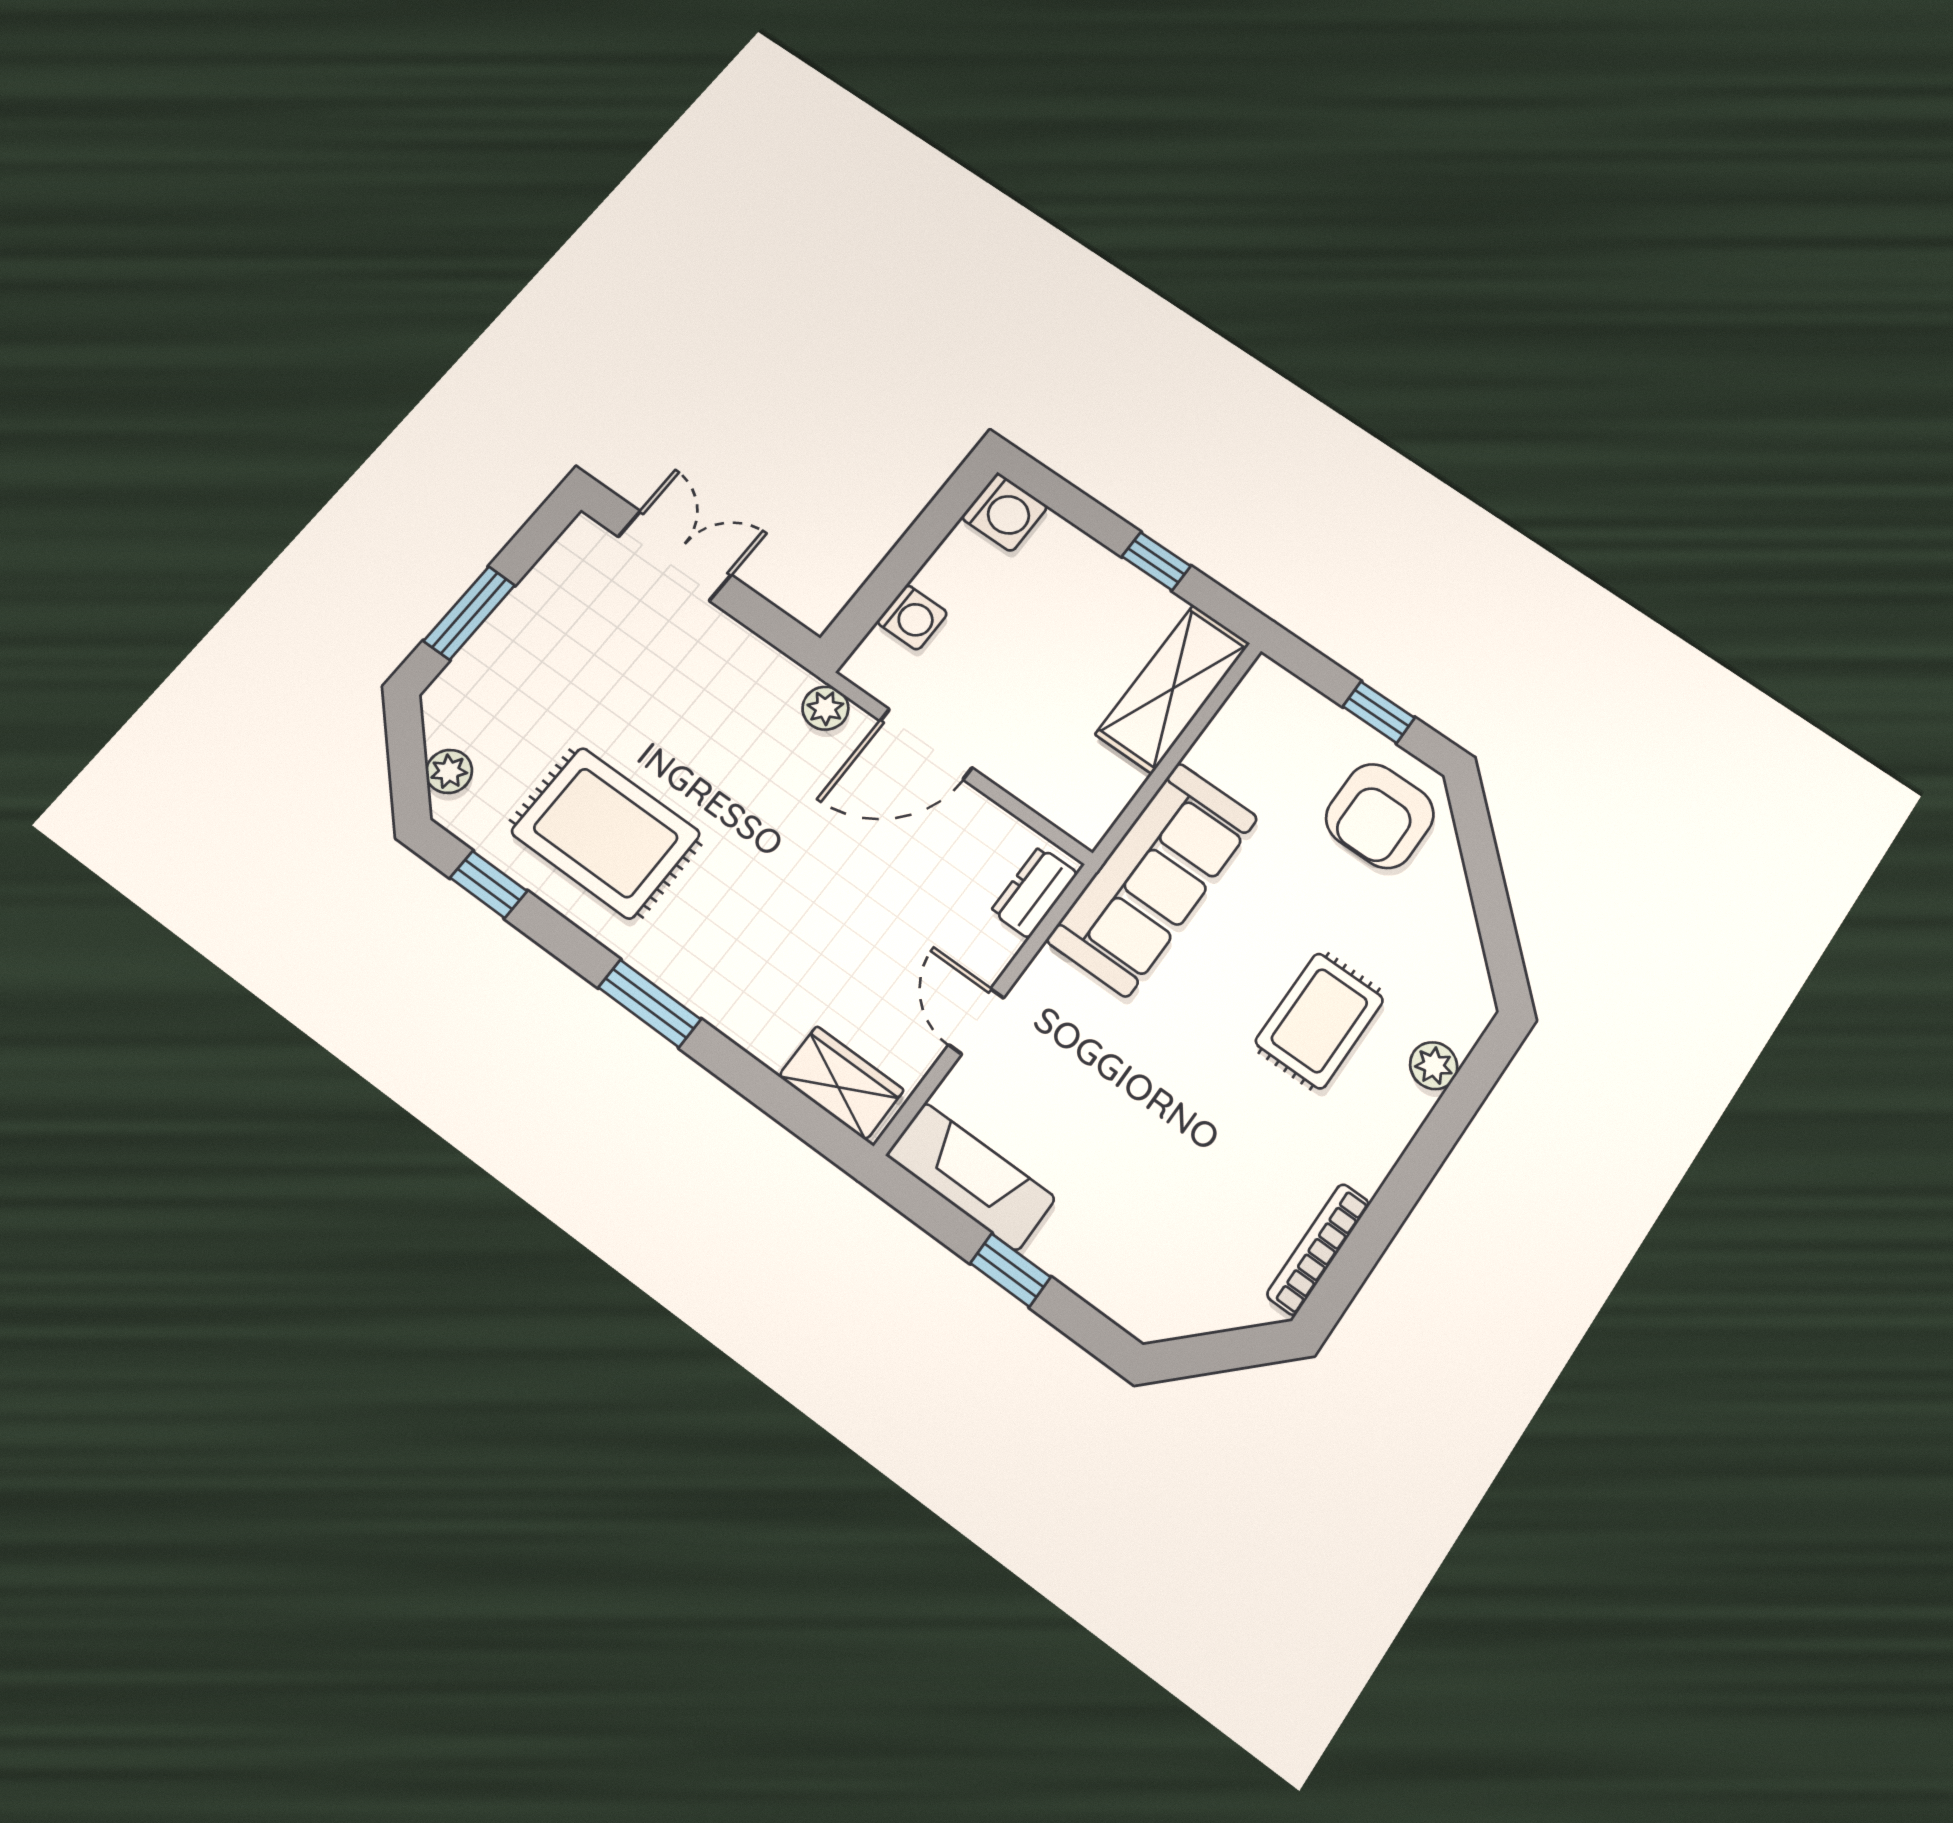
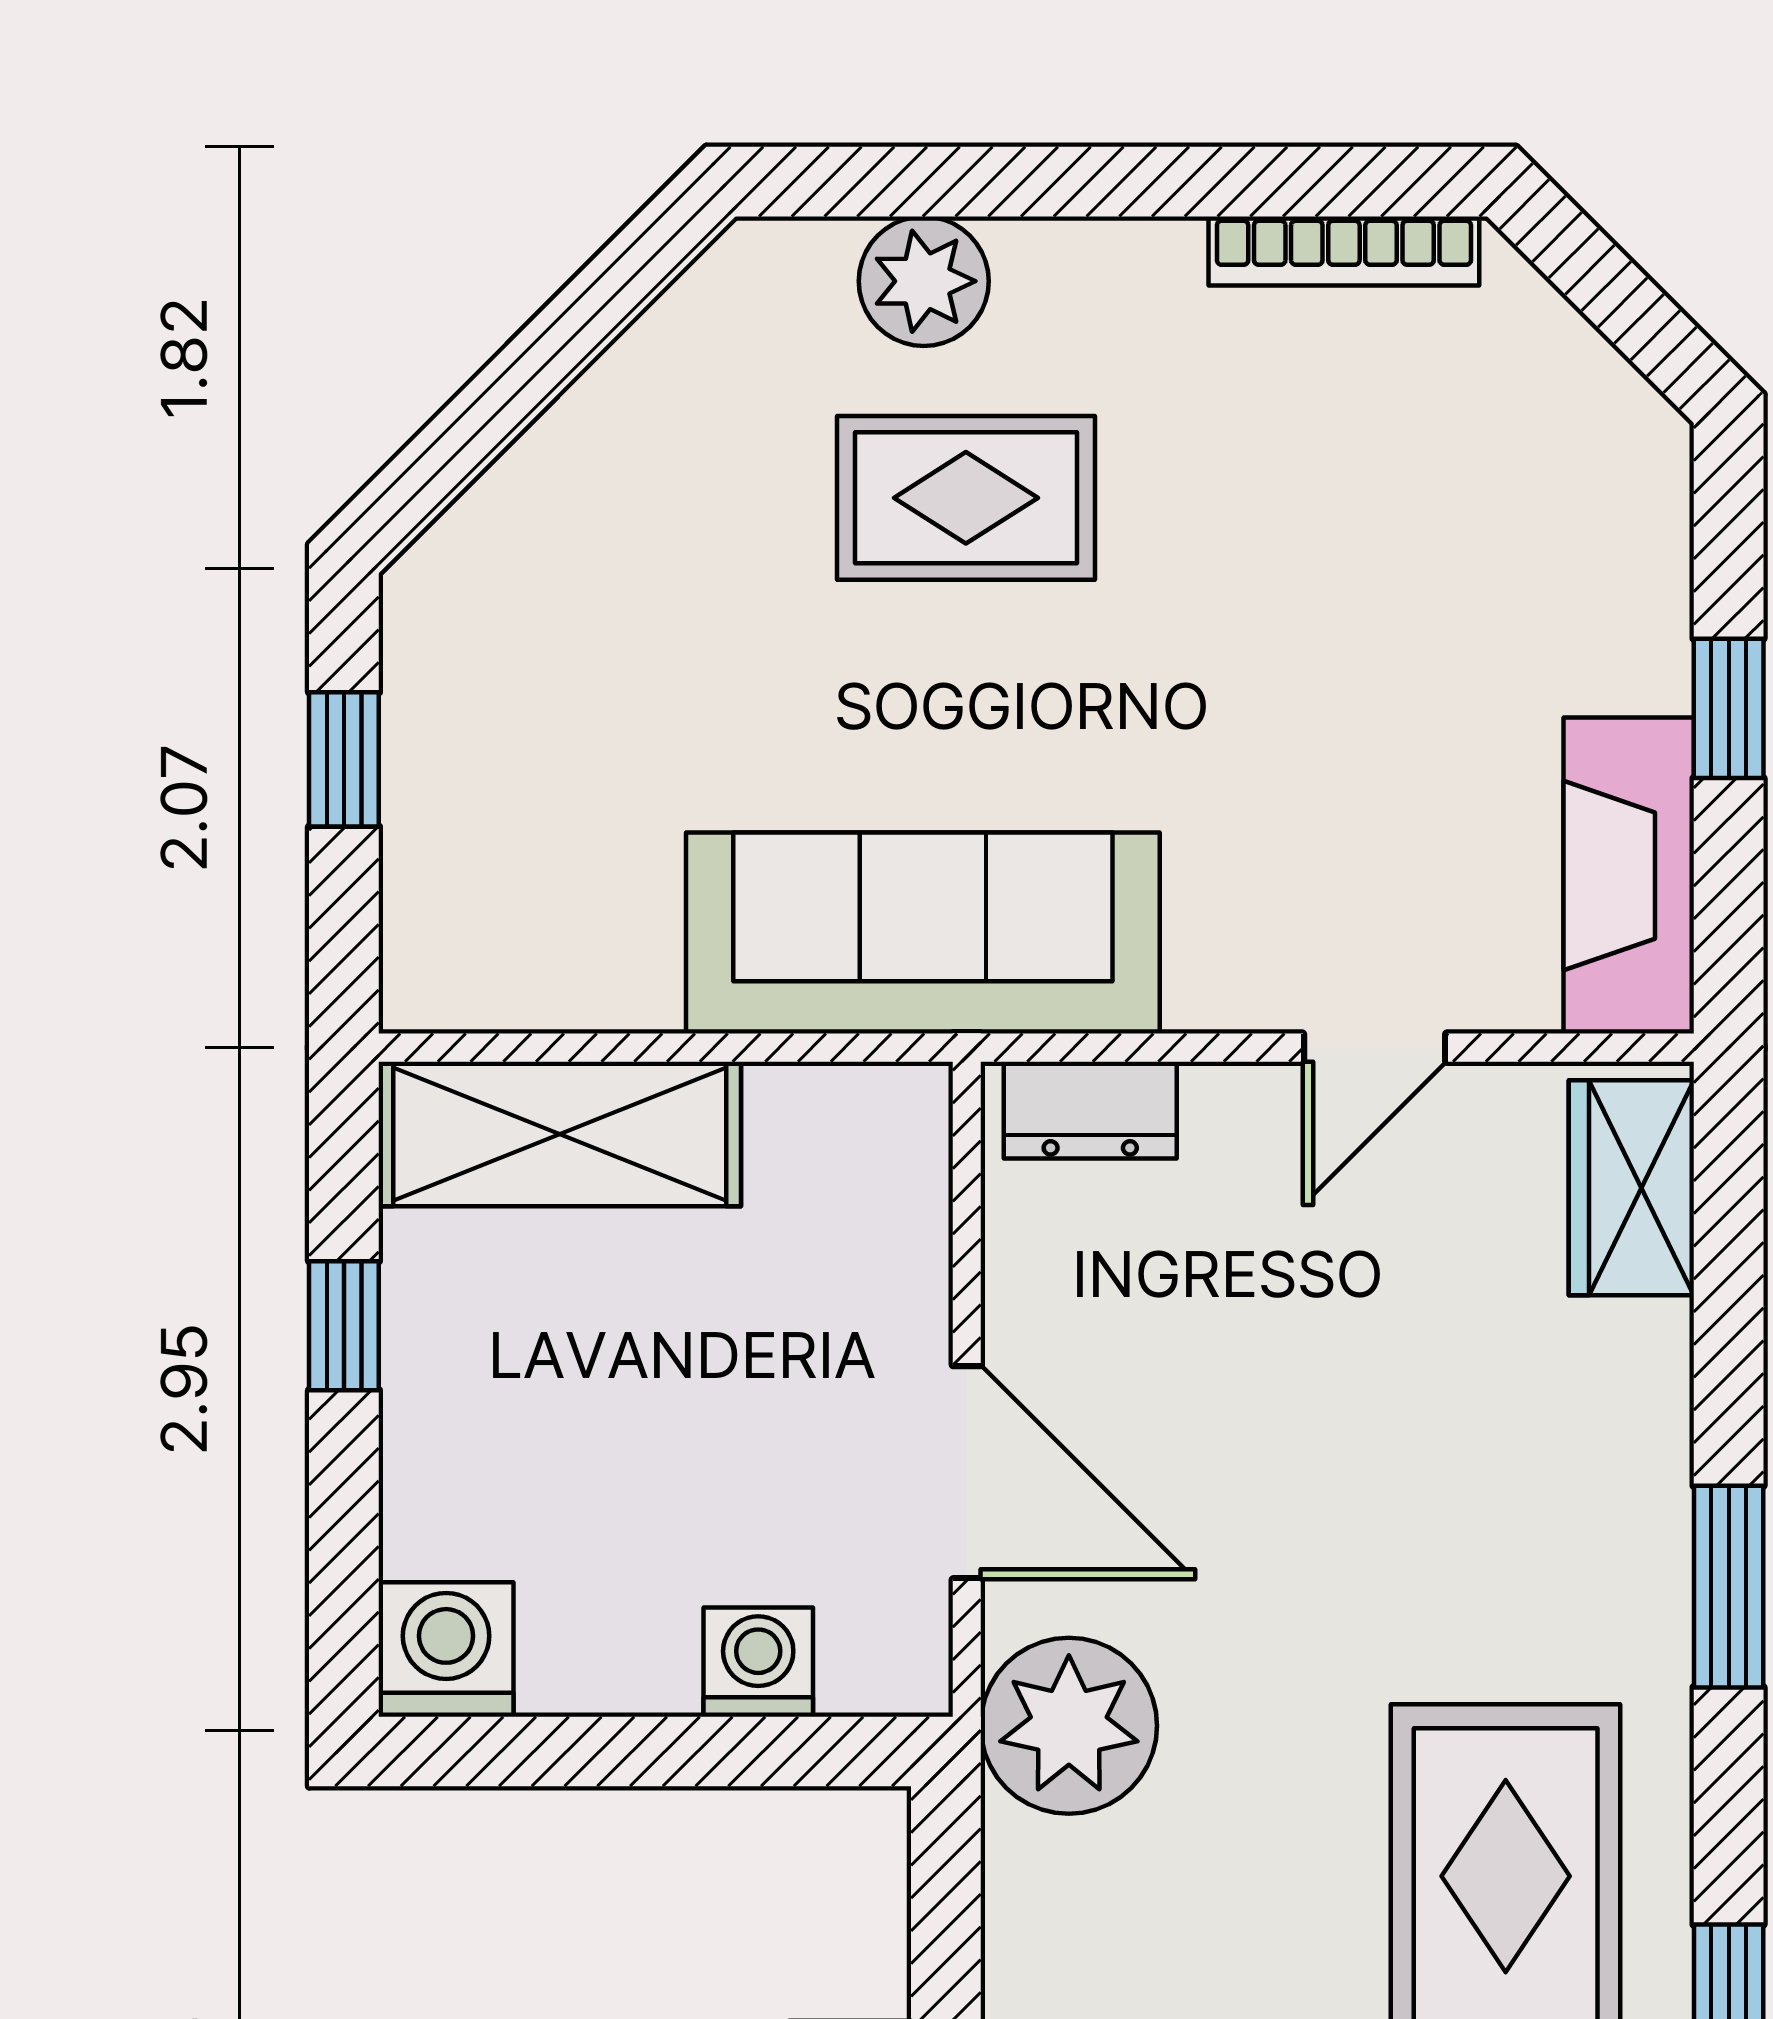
plant: (825, 708) -> (1069, 1726), width x1.88, depth x1.88
armchair: (1380, 816) -> (533, 634), removed
plant: (1434, 1066) -> (924, 281), width x1.38, depth x1.38

